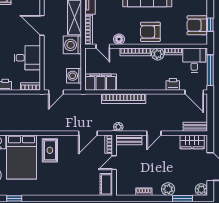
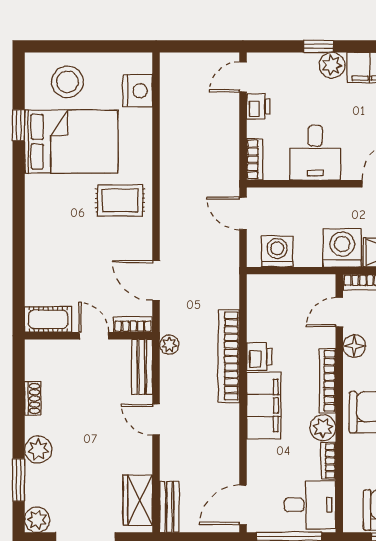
filing cabinet: (101, 82) -> (264, 405), moved
printer: (173, 84) -> (259, 356), moved
bed: (22, 157) -> (71, 142), moved, turned 180

